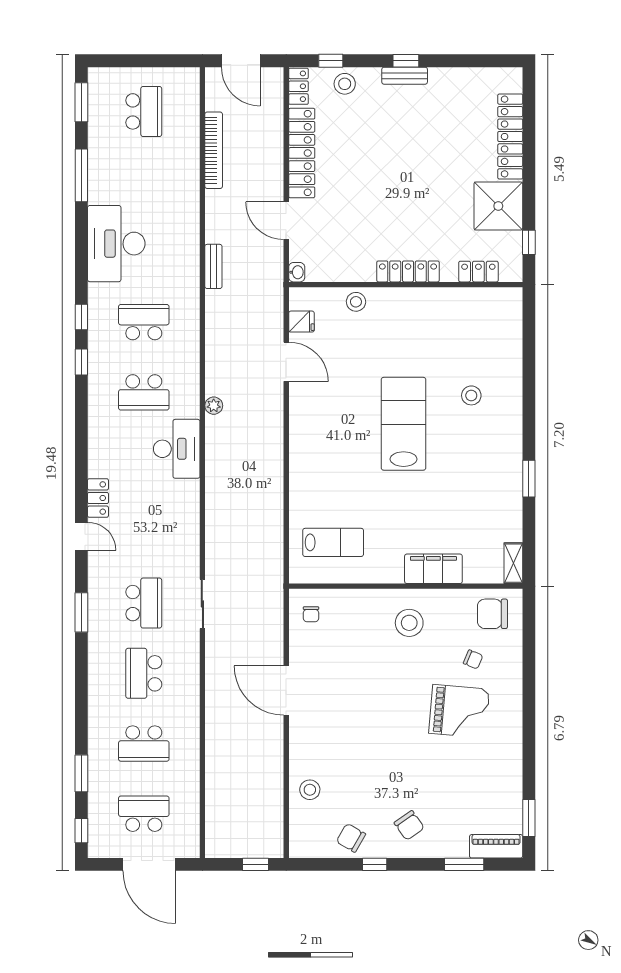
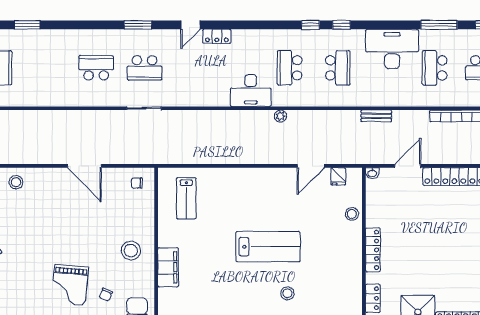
door: (286, 691) -> (84, 166), swing flipped
school desk: (144, 744) -> (435, 68), moved

